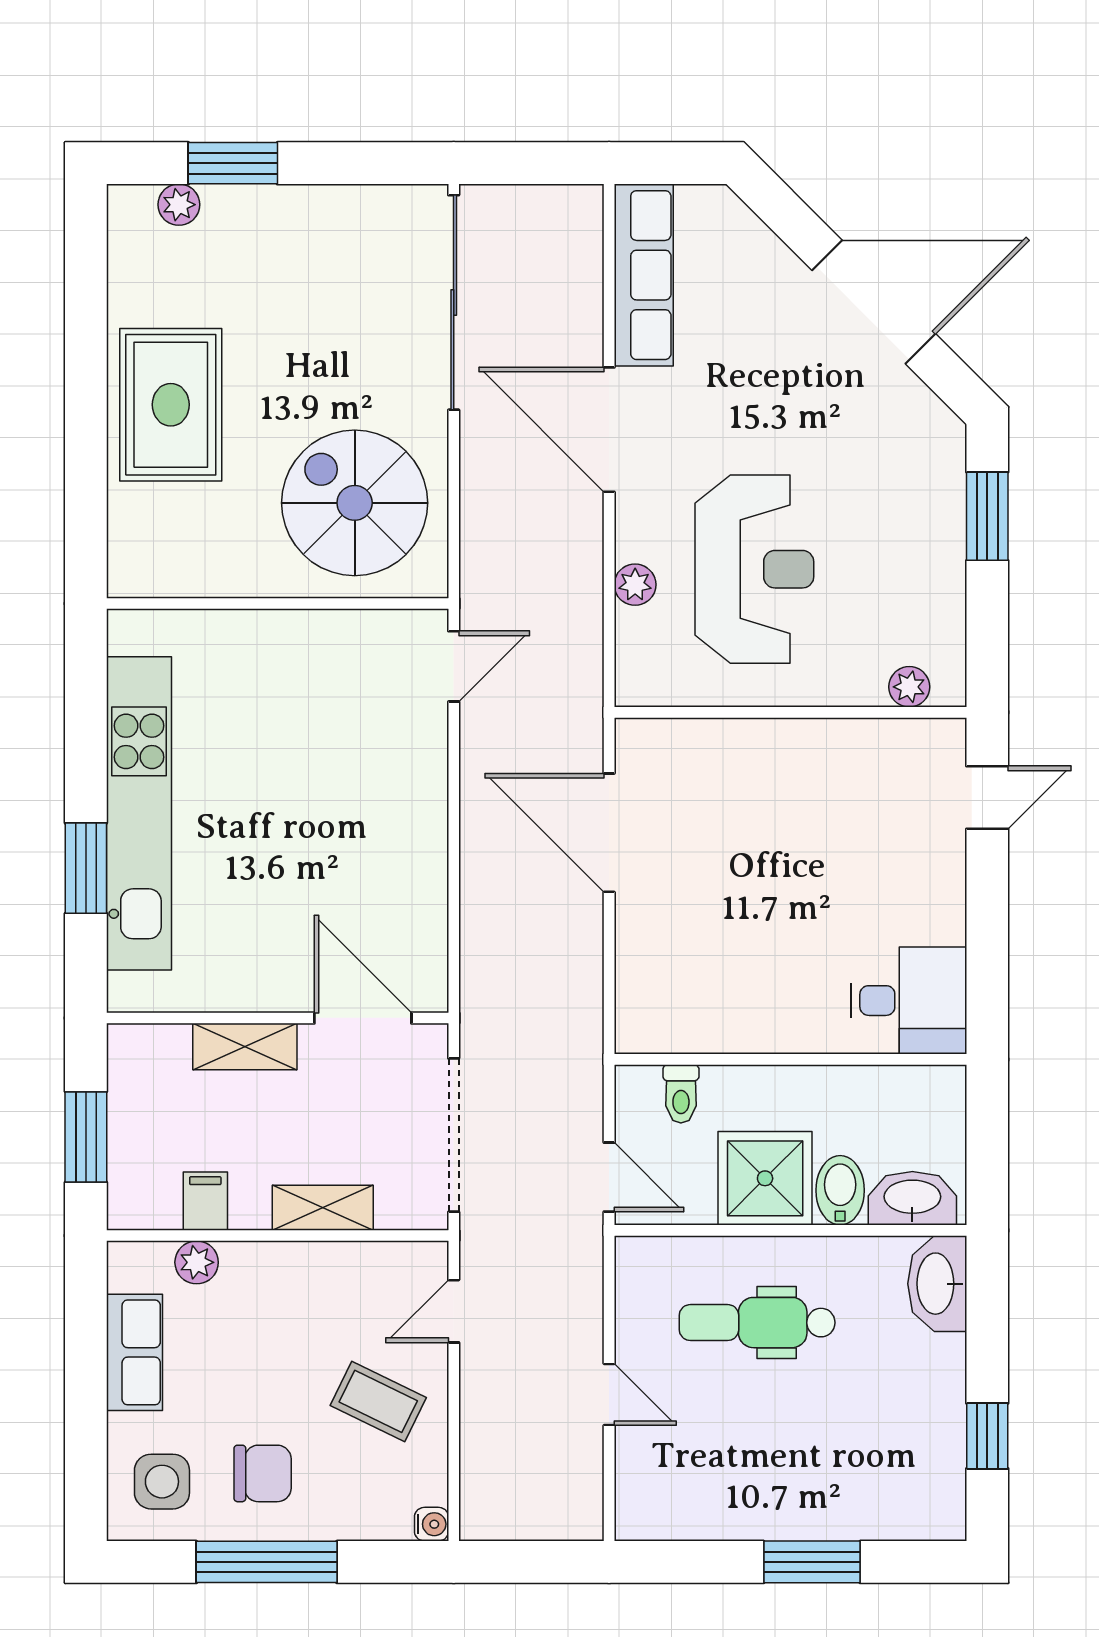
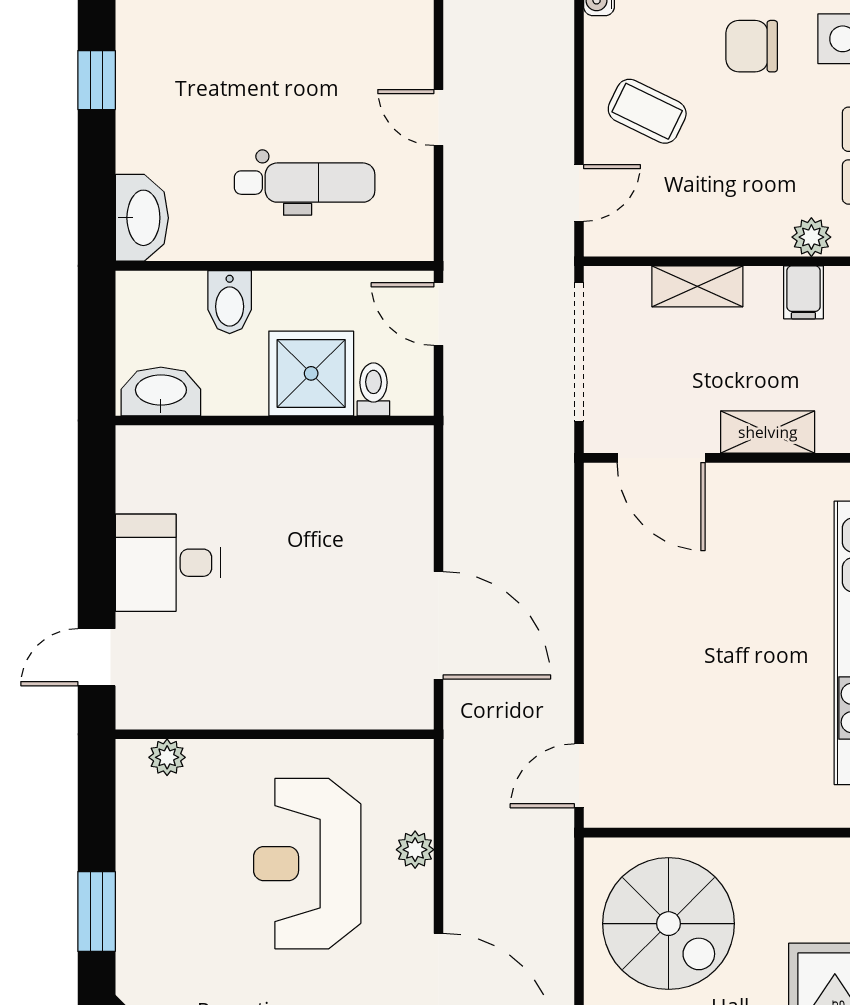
desk: (909, 1001) -> (168, 563), moved
shower: (765, 1178) -> (311, 373), moved
washbasin: (912, 1198) -> (161, 391), moved, turned 180

